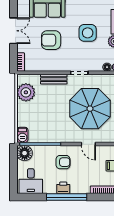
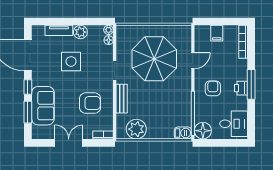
armchair: (51, 40) -> (90, 103), moved, turned -90
window: (67, 197) -> (251, 84), width x0.68

